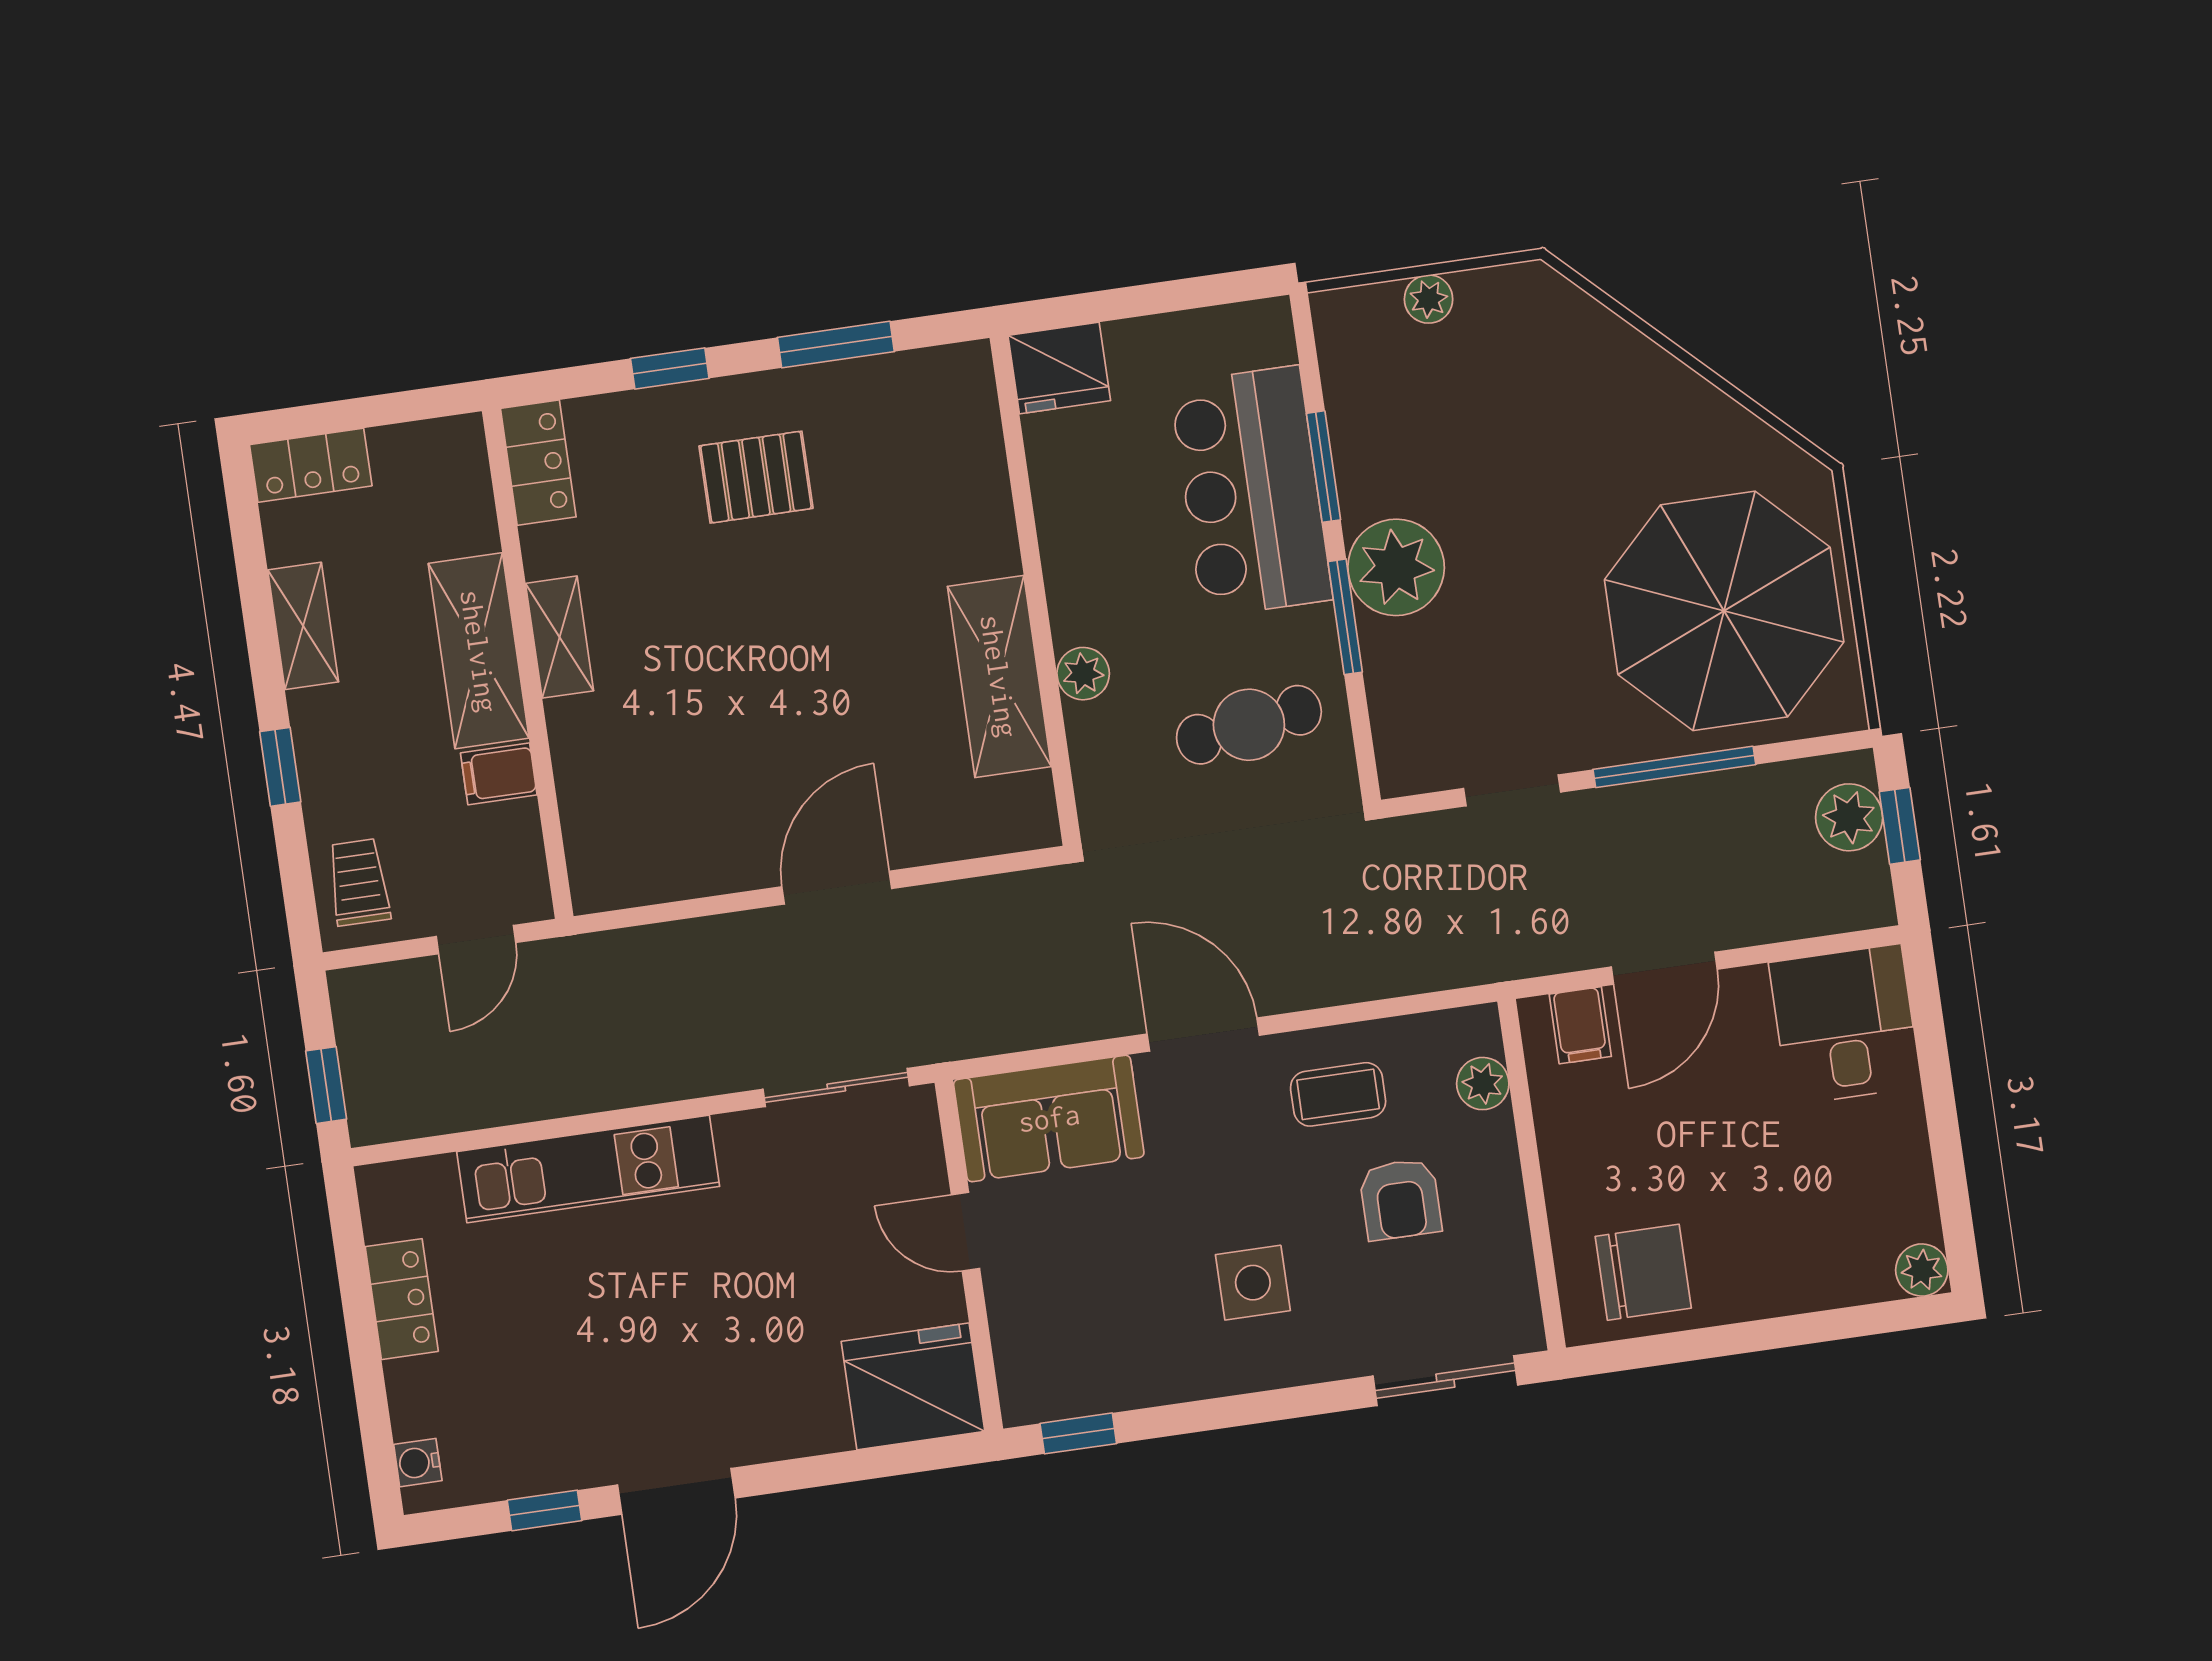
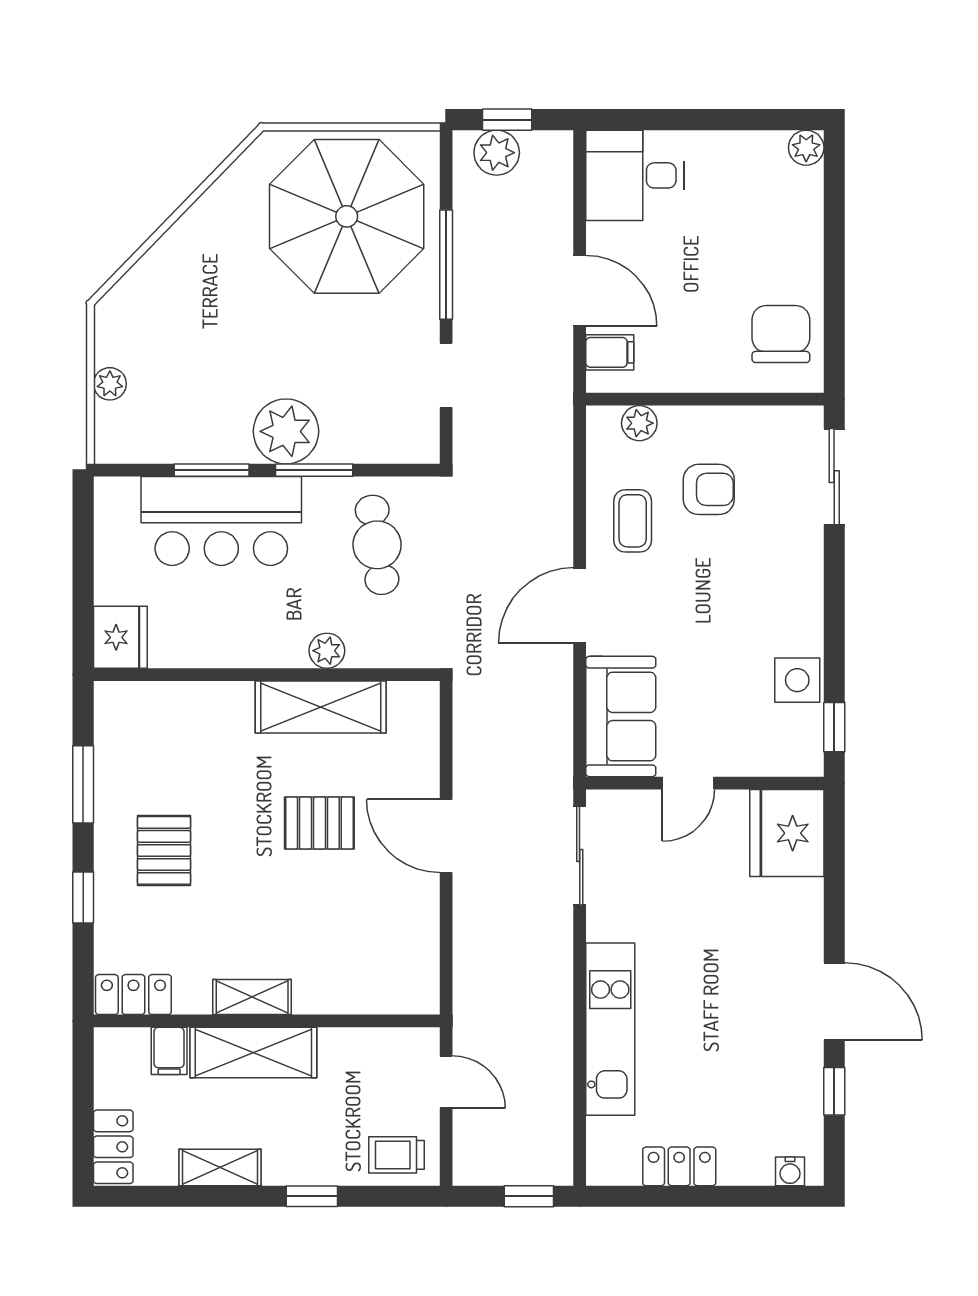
pallet: (829, 699) -> (319, 823), added
filing cabinet: (499, 774) -> (169, 1051), moved
side table: (1253, 1283) -> (797, 680), moved

